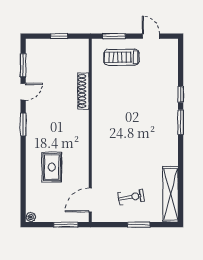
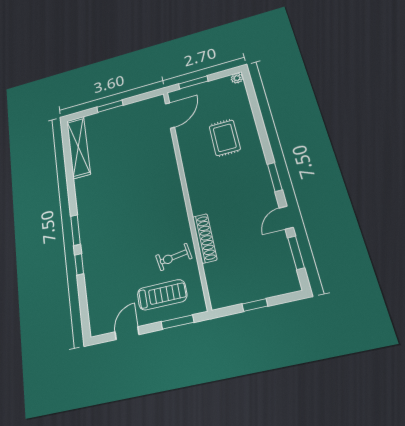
door: (151, 36) -> (127, 333), swing flipped
exercise bike: (131, 197) -> (174, 257), moved

